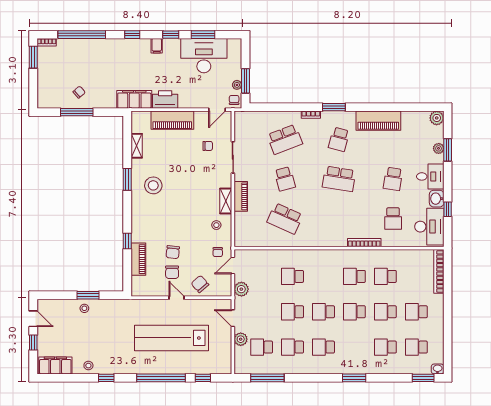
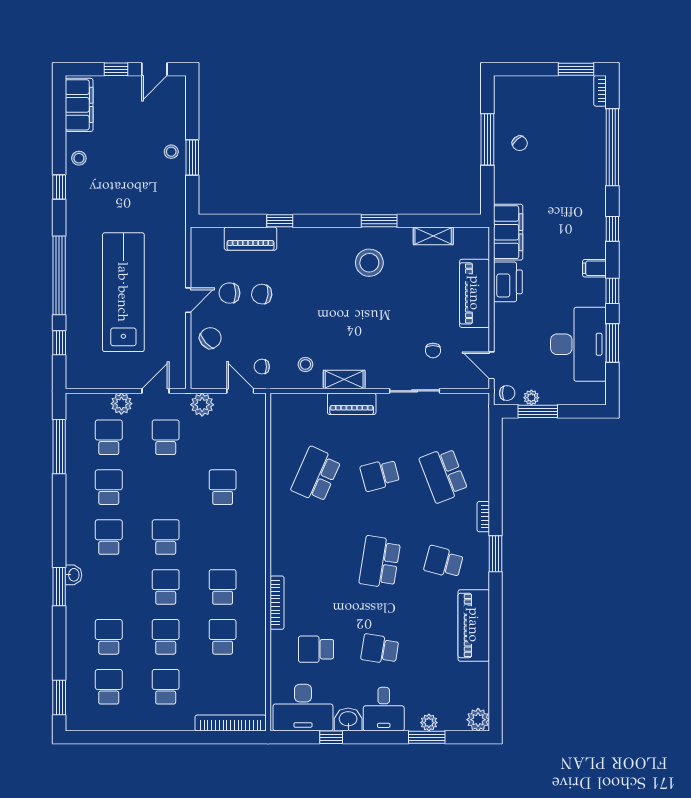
school desk: (293, 312) -> (166, 437), moved
washbasin: (438, 369) -> (73, 575), moved

